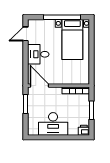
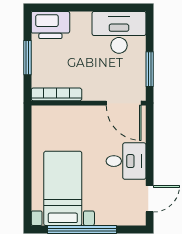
desk: (53, 124) -> (119, 32), moved
printer: (84, 130) -> (50, 25), width x1.87, depth x1.48

